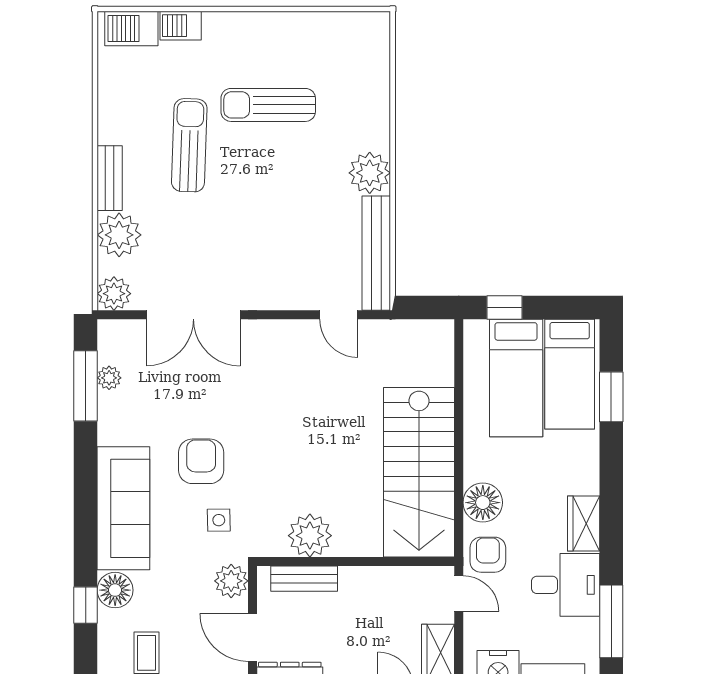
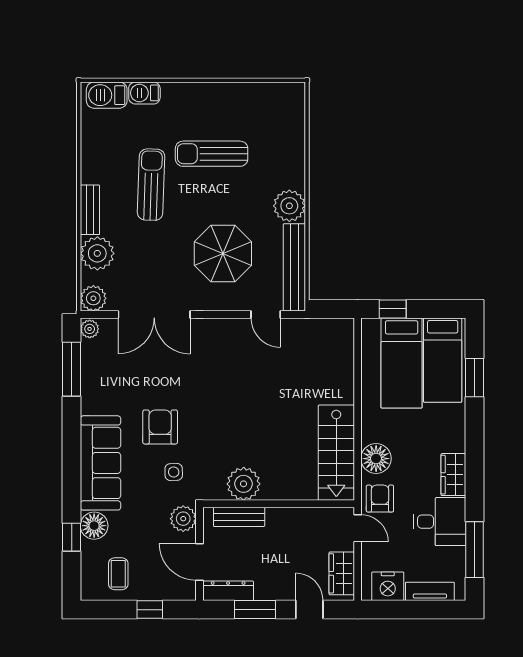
parasol: (283, 235) -> (223, 253), added
plant: (109, 378) -> (90, 329), moved
stairs: (419, 472) -> (336, 453), width x0.73, depth x0.66

